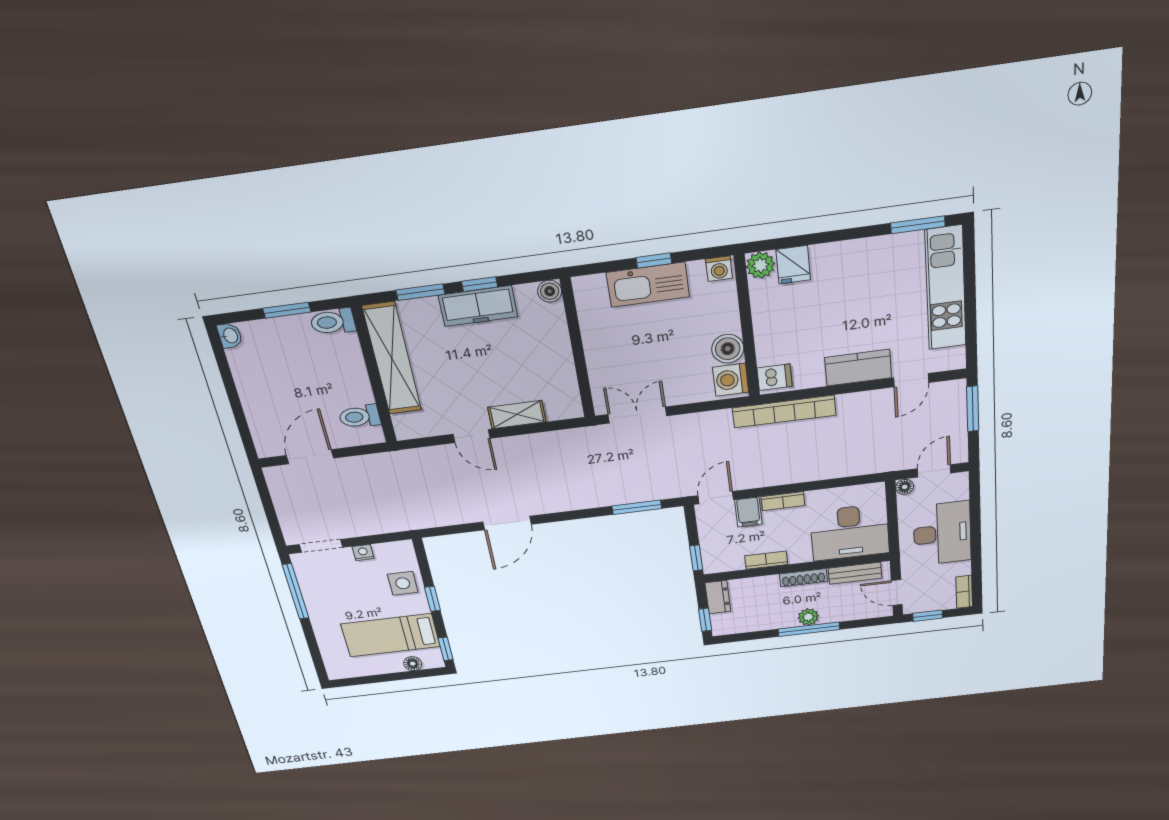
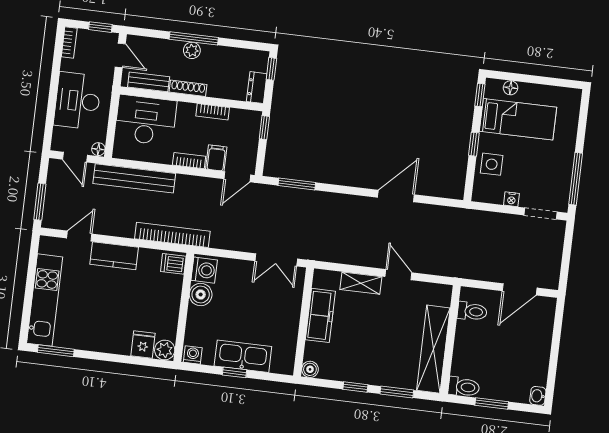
freezer: (478, 306) -> (320, 315), moved, turned 90
bench: (850, 465) -> (134, 178), added
door: (934, 471) -> (75, 157), hinge flipped

